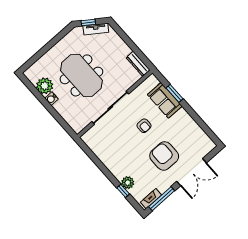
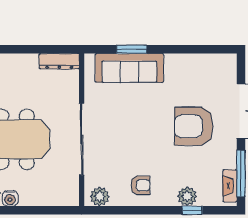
sofa: (165, 100) -> (129, 68), width x1.36
armchair: (144, 126) -> (140, 185), moved
plant: (90, 141) -> (100, 197), added

